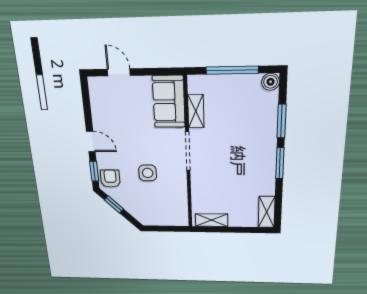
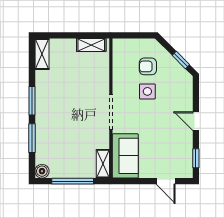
shelving: (196, 111) -> (103, 164), moved
window: (94, 171) -> (196, 158), moved
armchair: (110, 179) -> (148, 66), moved, turned 90

